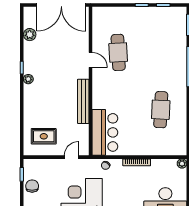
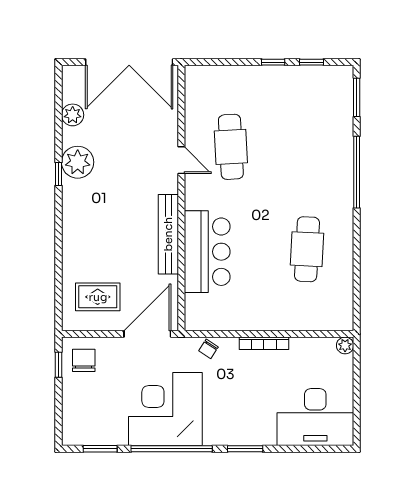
plant: (28, 79) -> (78, 162), moved, width x1.88, depth x1.88
bar counter: (105, 132) -> (207, 252), moved
door: (71, 157) -> (147, 334), width x1.88
chair: (32, 186) -> (84, 360), moved

